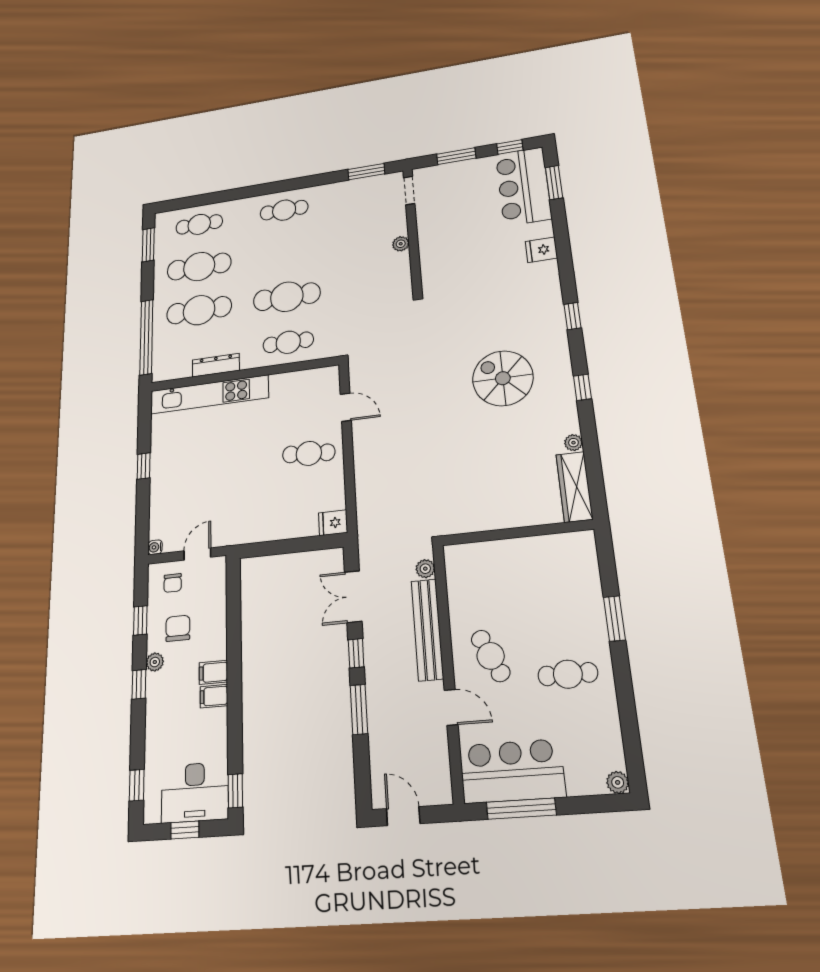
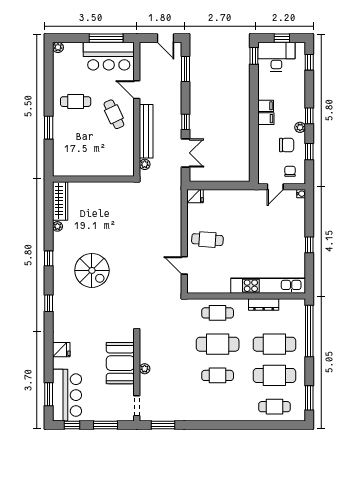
cafe table: (284, 210) -> (218, 375), moved
booth: (441, 246) -> (120, 363), added
chair: (178, 628) -> (287, 145), turned -90
window: (359, 709) -> (185, 69), moved

